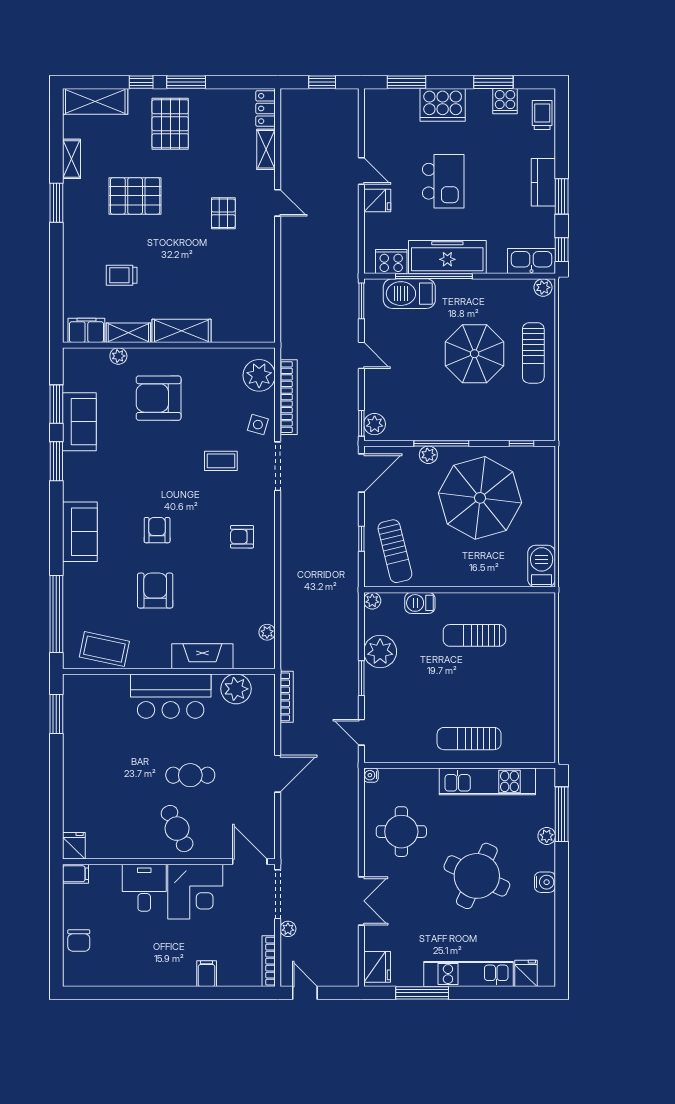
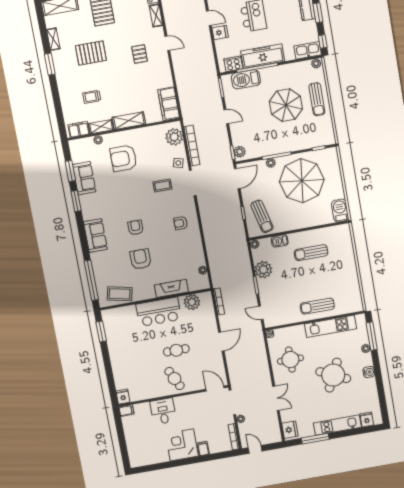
filing cabinet: (260, 313) -> (169, 104), added
corner desk: (195, 892) -> (182, 445), moved, turned 180
chair: (79, 940) -> (135, 444), removed

